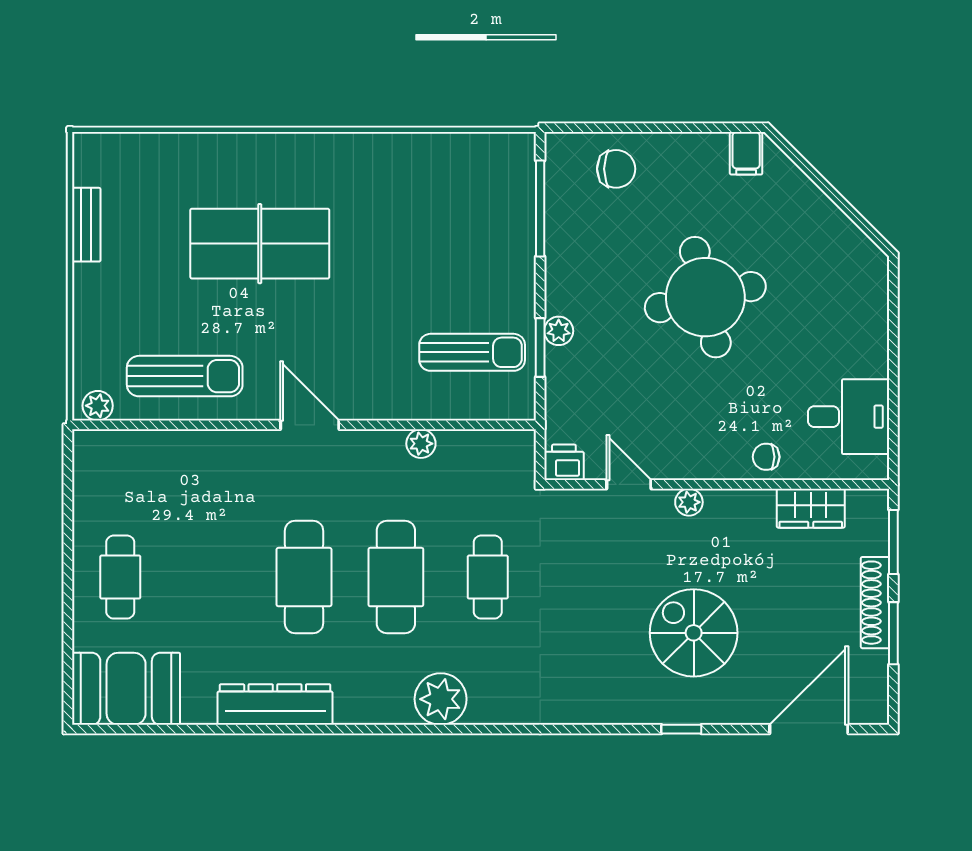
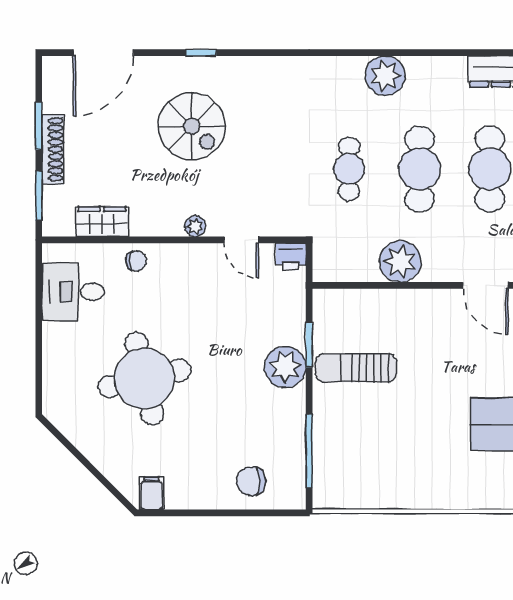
round table: (705, 297) -> (144, 379), moved
plant: (559, 331) -> (285, 367), width x1.88, depth x1.88
sun lounger: (472, 352) -> (356, 368), moved
plant: (421, 444) -> (400, 261), width x1.87, depth x1.87

